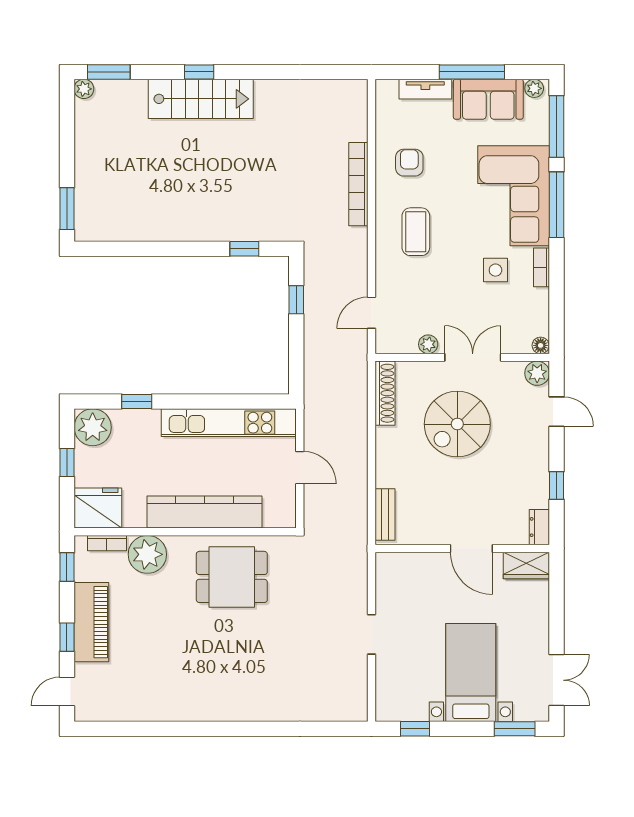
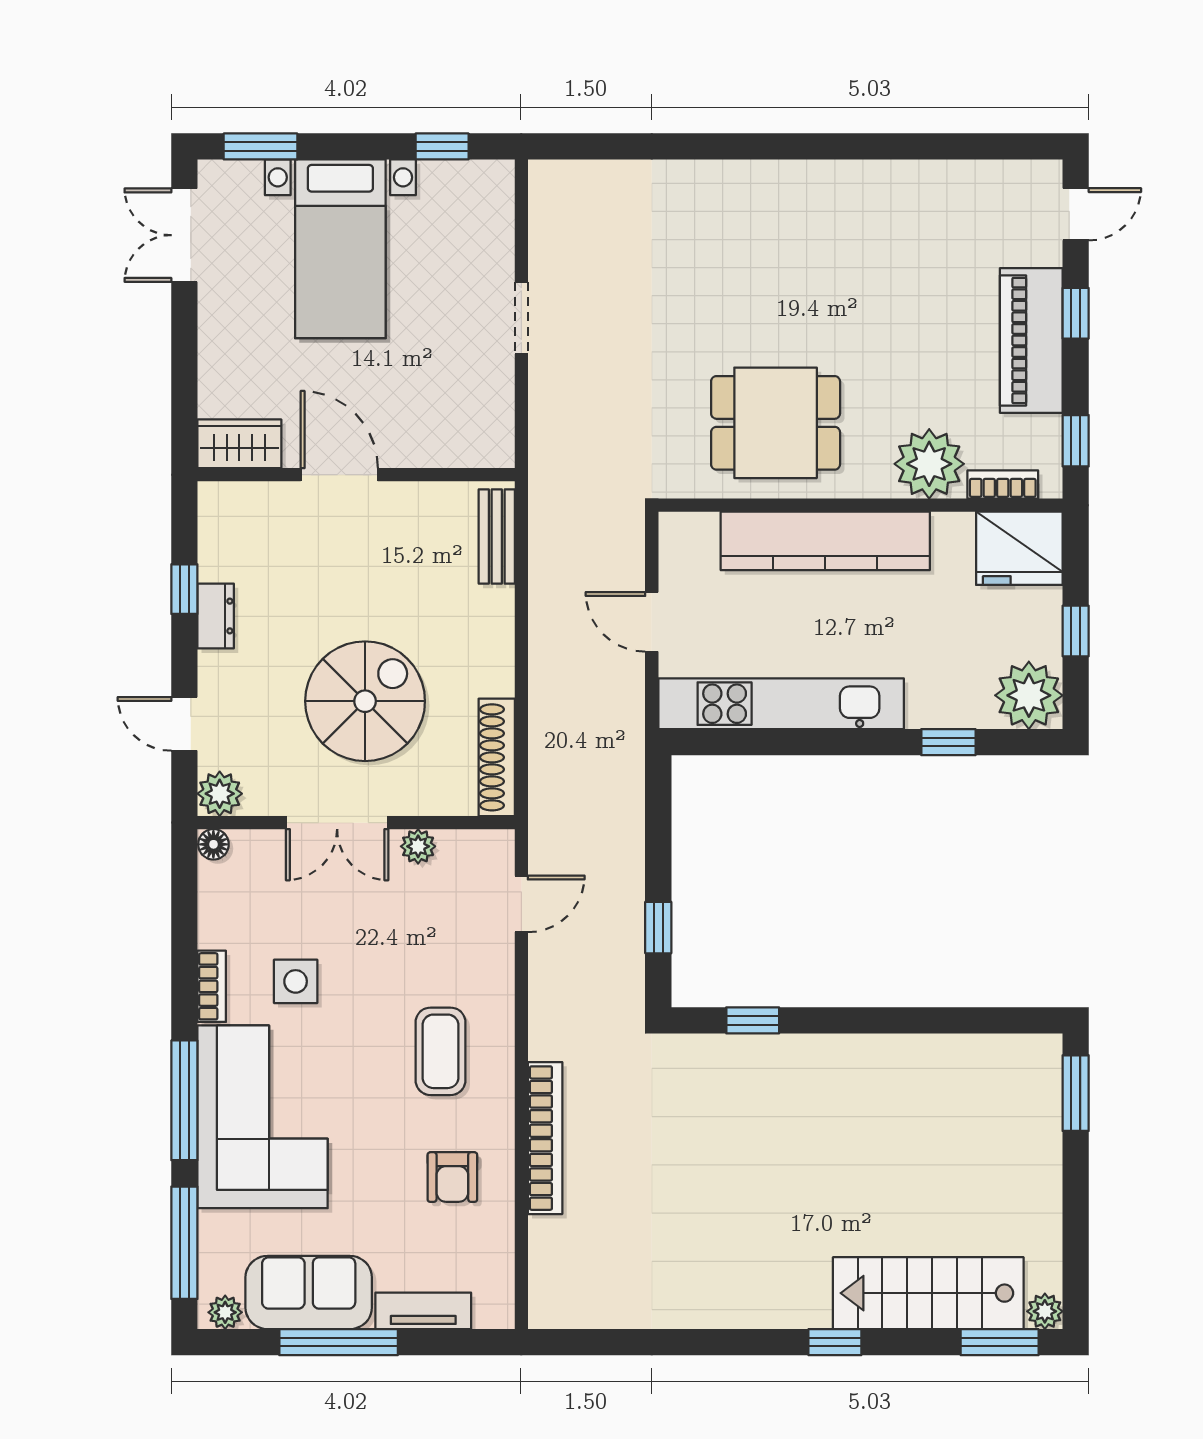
stairs: (201, 99) -> (928, 1293), moved
dresser: (539, 527) -> (216, 616), moved

